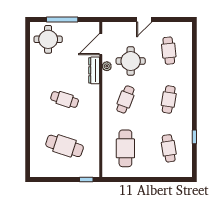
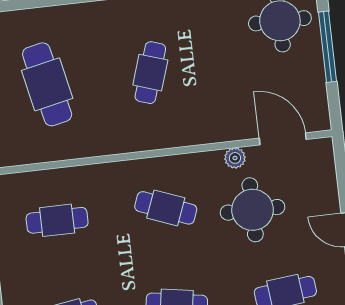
dresser: (94, 70) -> (223, 131), removed
cafe table: (65, 146) -> (47, 84), turned -30
cafe table: (125, 148) -> (57, 220), width x0.73, depth x0.74

